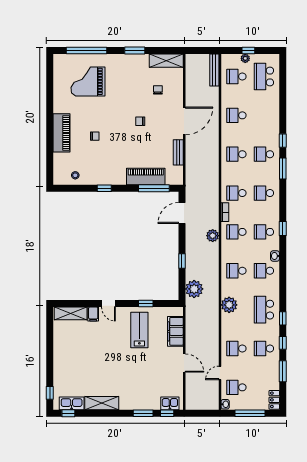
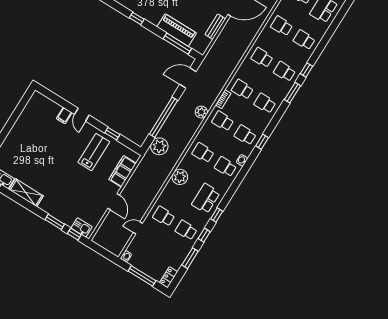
window: (182, 261) -> (163, 117), width x3.17
shelving: (71, 313) -> (46, 104), removed
school desk: (236, 387) -> (304, 40), moved

